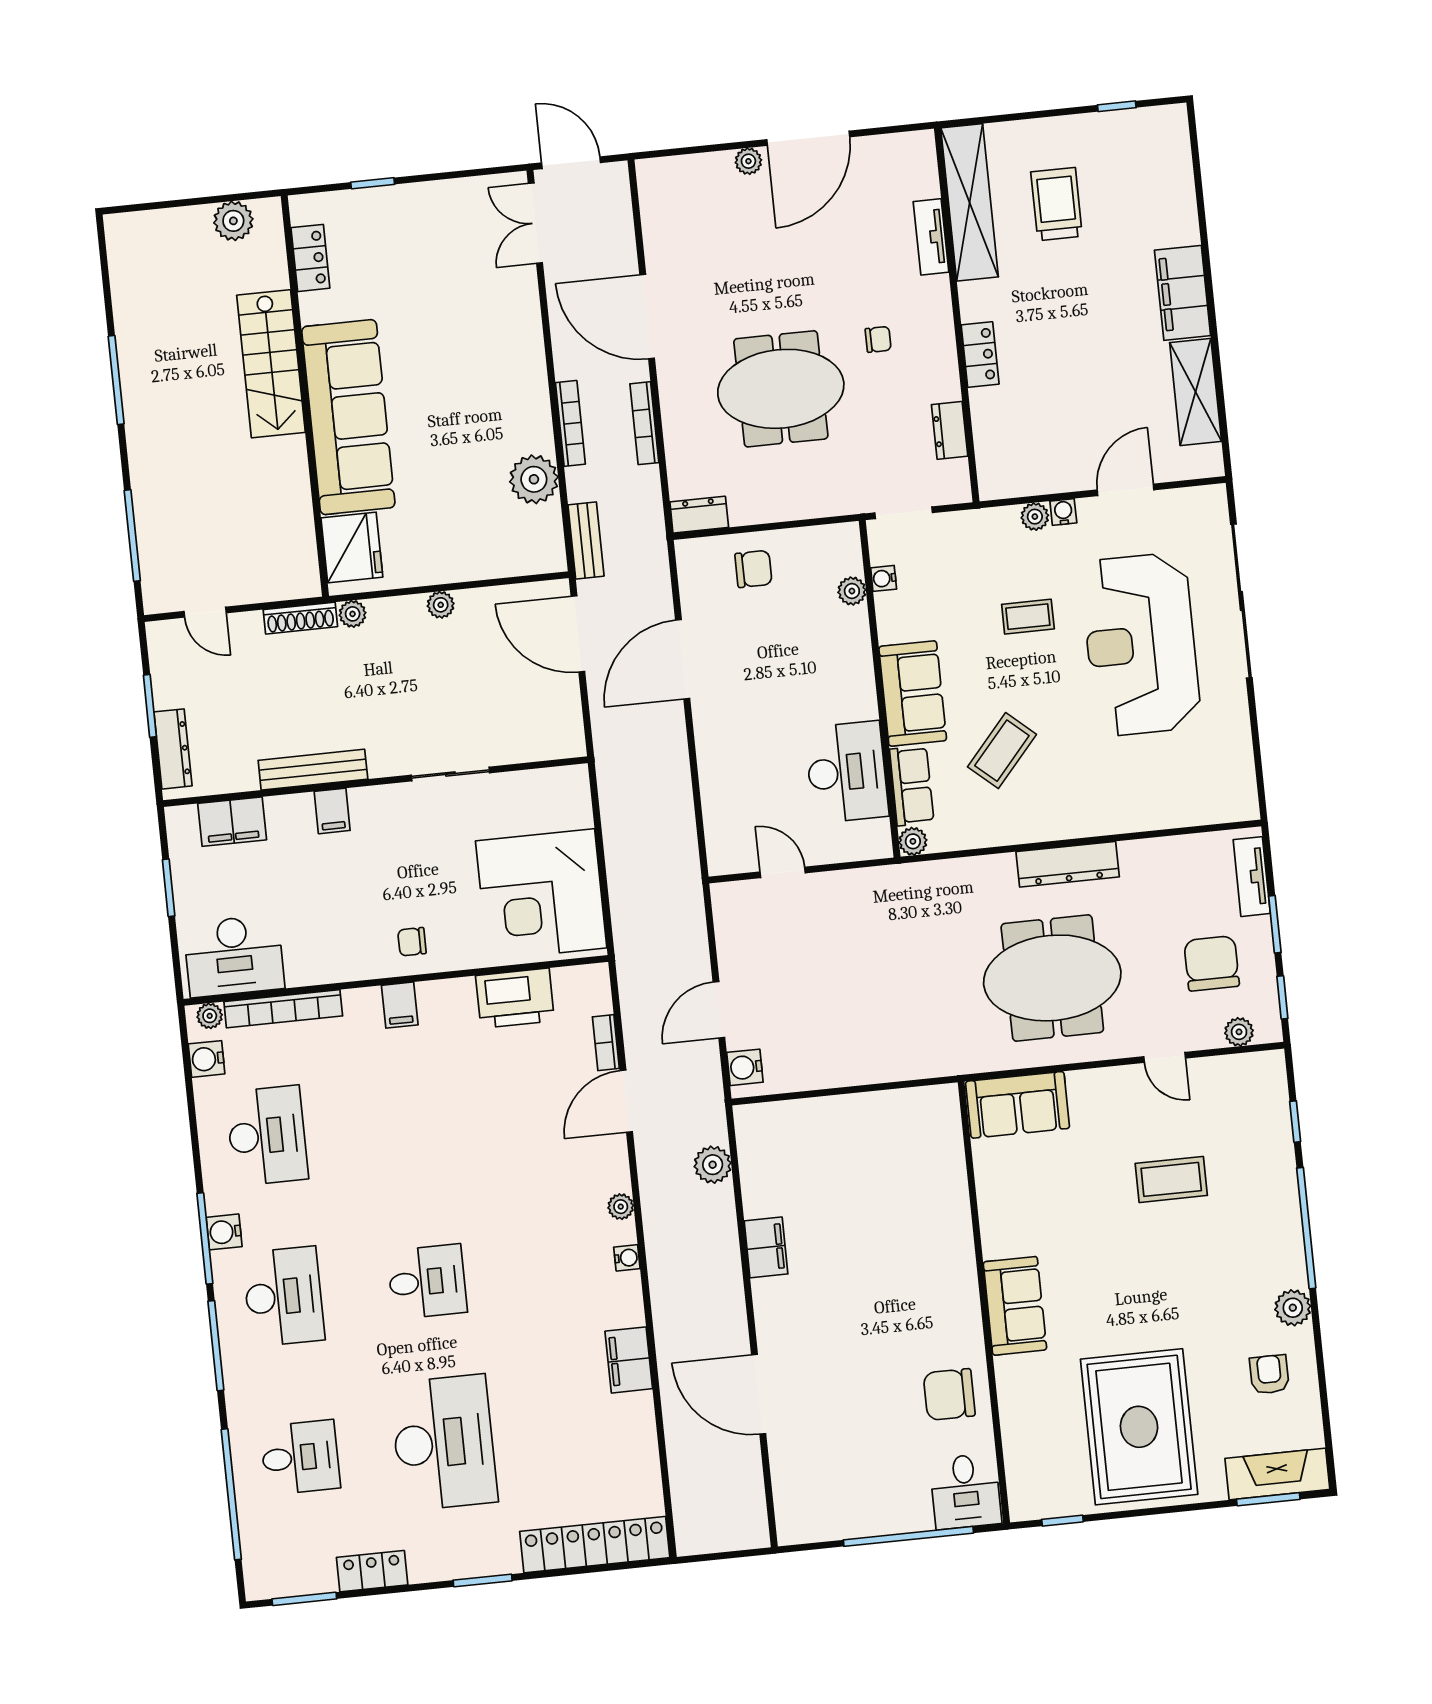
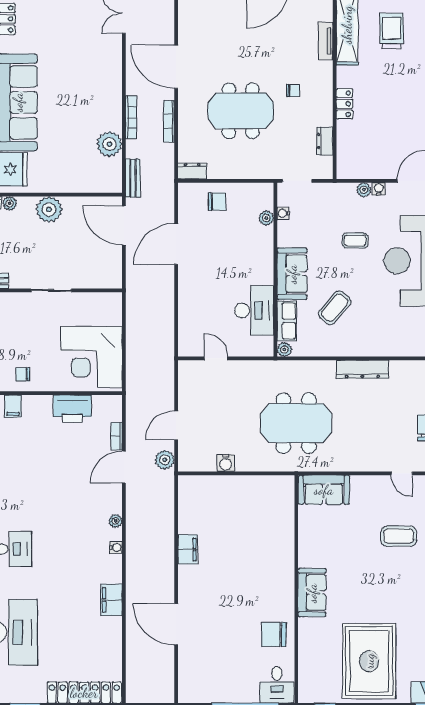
plant: (441, 605) -> (49, 209), width x1.88, depth x1.88
meeting table: (1052, 978) -> (296, 423), moved
water cooler: (745, 1067) -> (226, 463), moved, turned -90
plant: (713, 1165) -> (165, 460), moved

